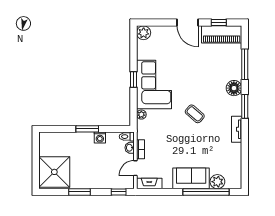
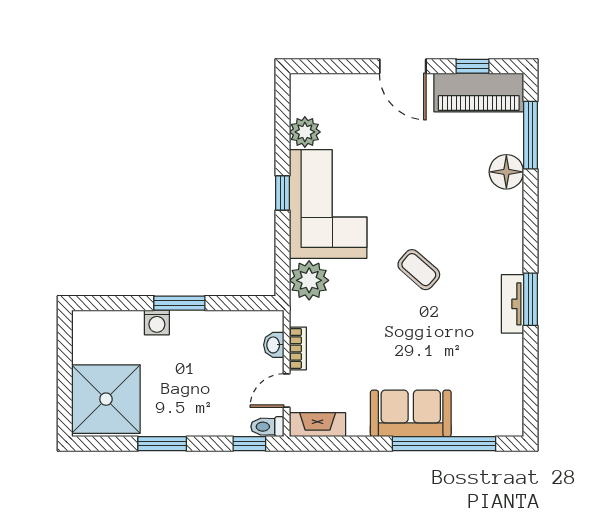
plant: (144, 33) -> (305, 132), moved
window: (245, 64) -> (530, 135), moved
floor lamp: (234, 88) -> (506, 172), moved
window: (245, 106) -> (530, 299), moved
plant: (141, 115) -> (309, 280), width x1.87, depth x1.87
toilet: (127, 137) -> (267, 427), moved
washing machine: (100, 138) -> (157, 322), moved
plant: (217, 182) -> (469, 421), removed

